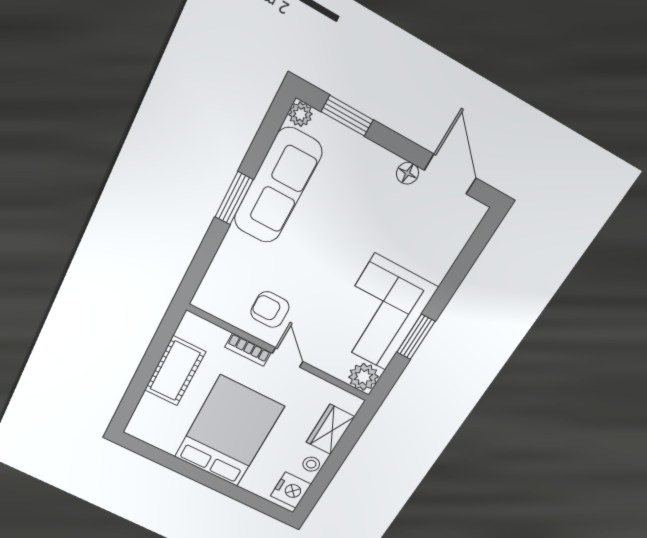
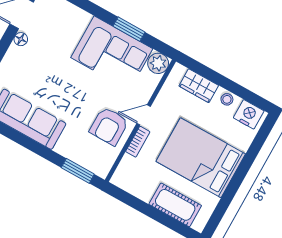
window: (234, 198) -> (78, 171), moved
armchair: (270, 310) -> (109, 126), width x1.38, depth x1.38
cot: (175, 371) -> (175, 205), moved

